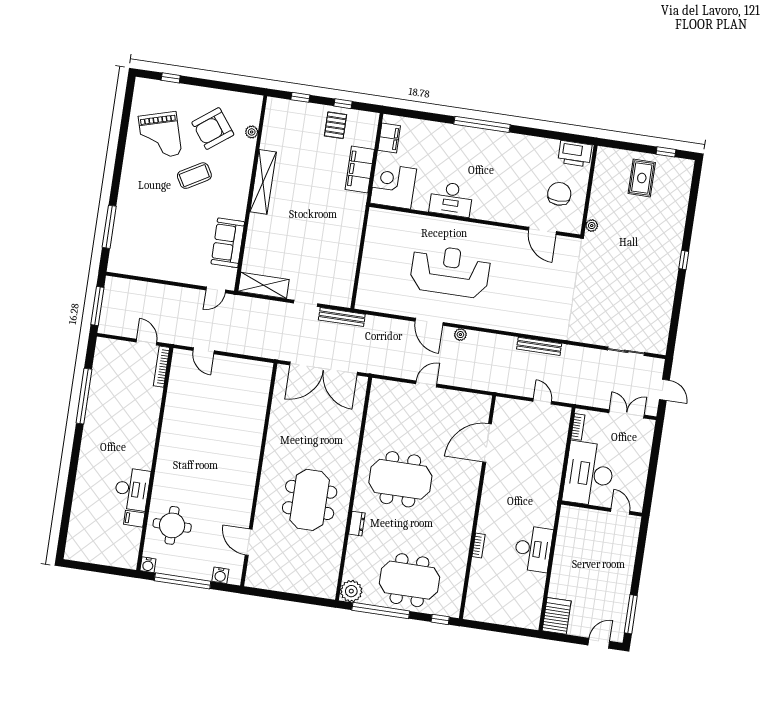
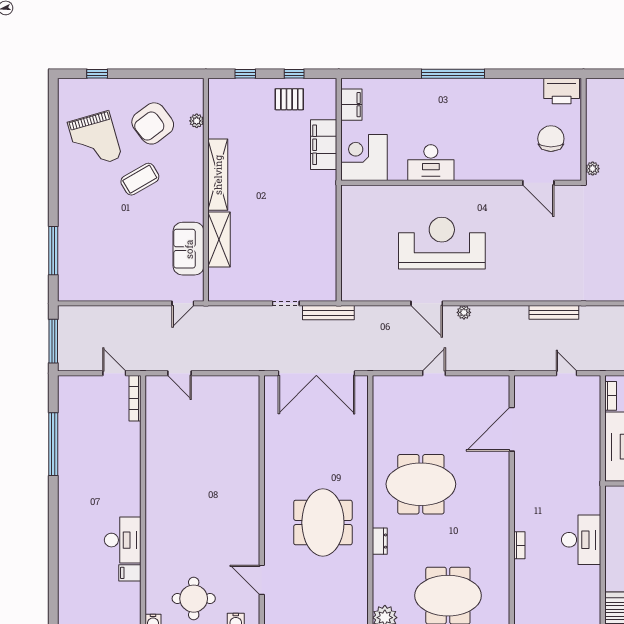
pallet: (336, 125) -> (289, 99), turned 90
shelving: (264, 285) -> (219, 240), moved, turned 90
round table: (172, 525) -> (194, 599), moved

